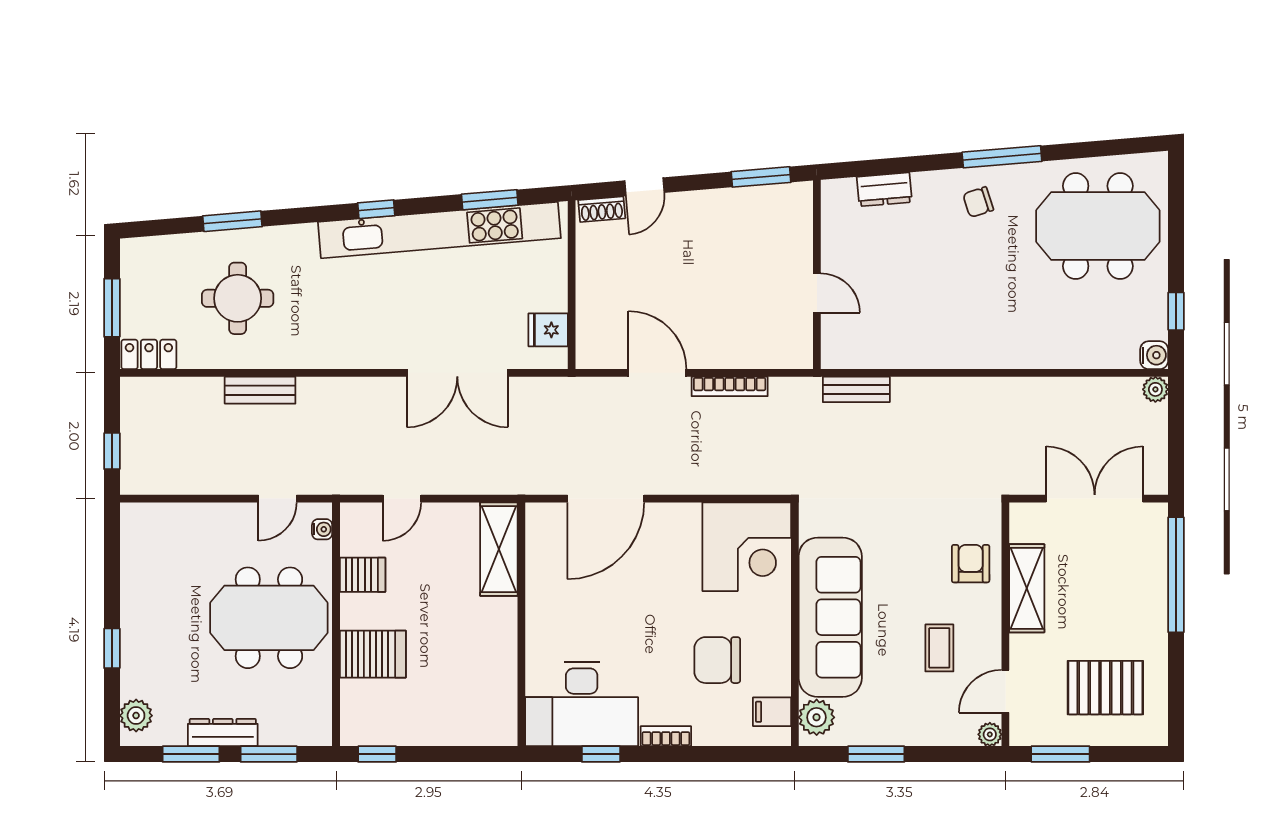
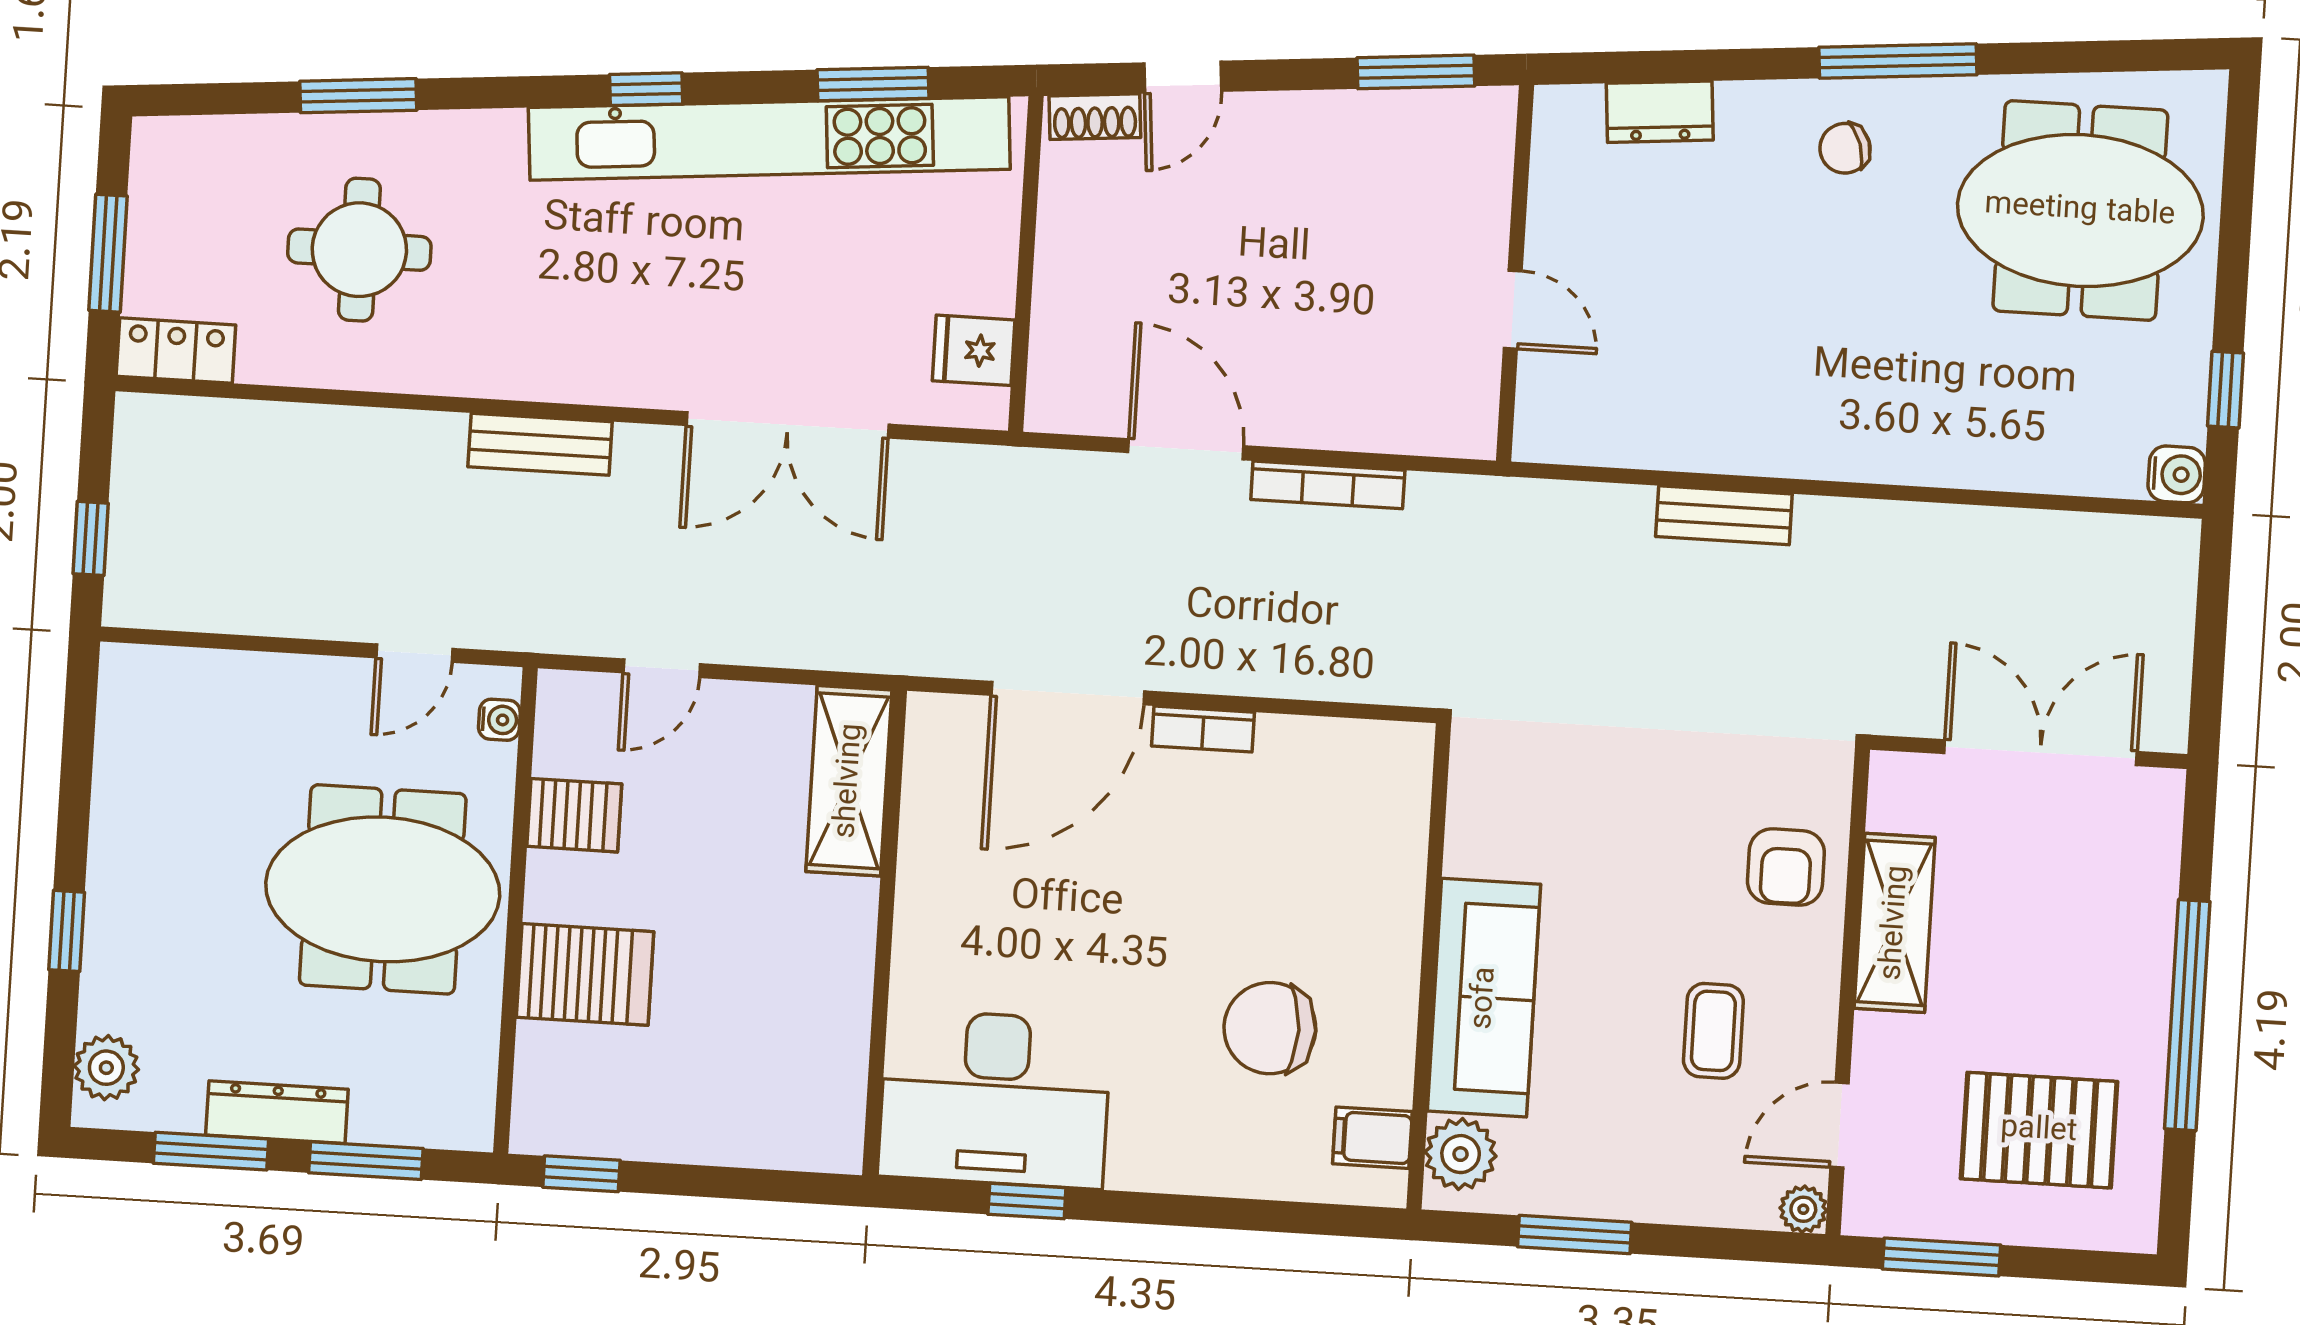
bench: (856, 389) -> (1724, 515), moved
plant: (1155, 389) -> (2175, 543), removed
bench: (260, 390) -> (540, 444), moved
corner desk: (747, 547) -> (1342, 806), removed
armchair: (971, 564) -> (1786, 867), turned 180
window: (1176, 575) -> (2187, 1015), moved
sofa: (830, 617) -> (1484, 998), width x0.74, depth x0.79
bookcase: (666, 736) -> (1203, 729), moved, turned 180

